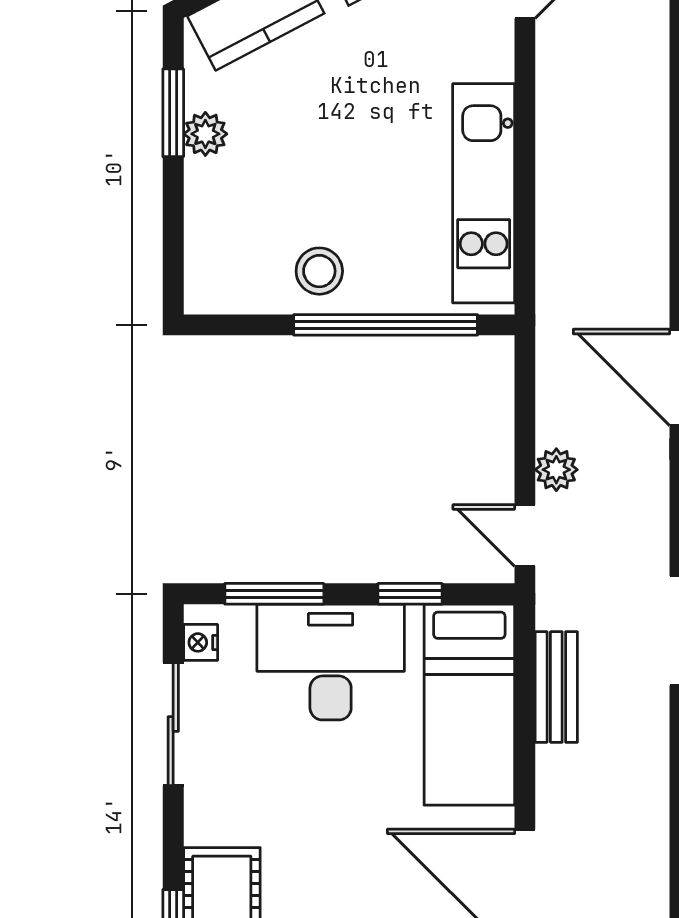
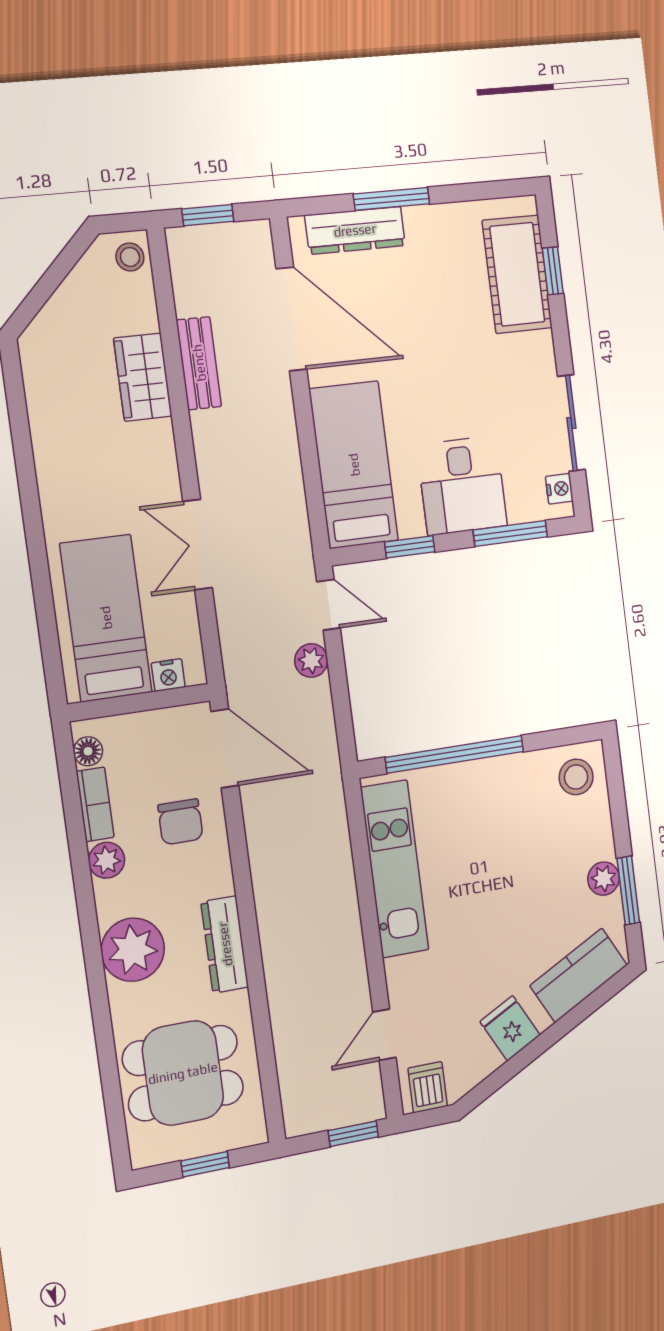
stool: (319, 271) -> (576, 777), moved
desk: (331, 662) -> (462, 486), width x0.73
bench: (556, 687) -> (199, 363), moved

